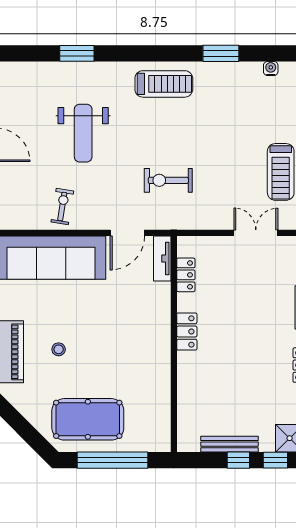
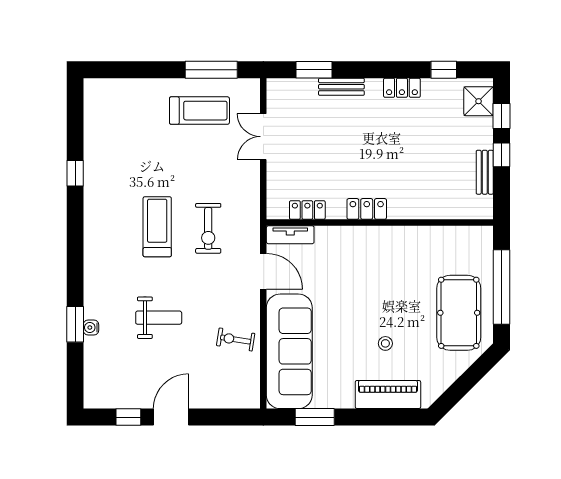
window: (221, 53) -> (75, 173), width x0.67
water cooler: (271, 69) -> (91, 327), moved
treadmill: (164, 84) -> (157, 227), moved
weight bench: (83, 133) -> (159, 318), width x0.73, depth x0.75
bench: (229, 444) -> (485, 172), width x0.73

